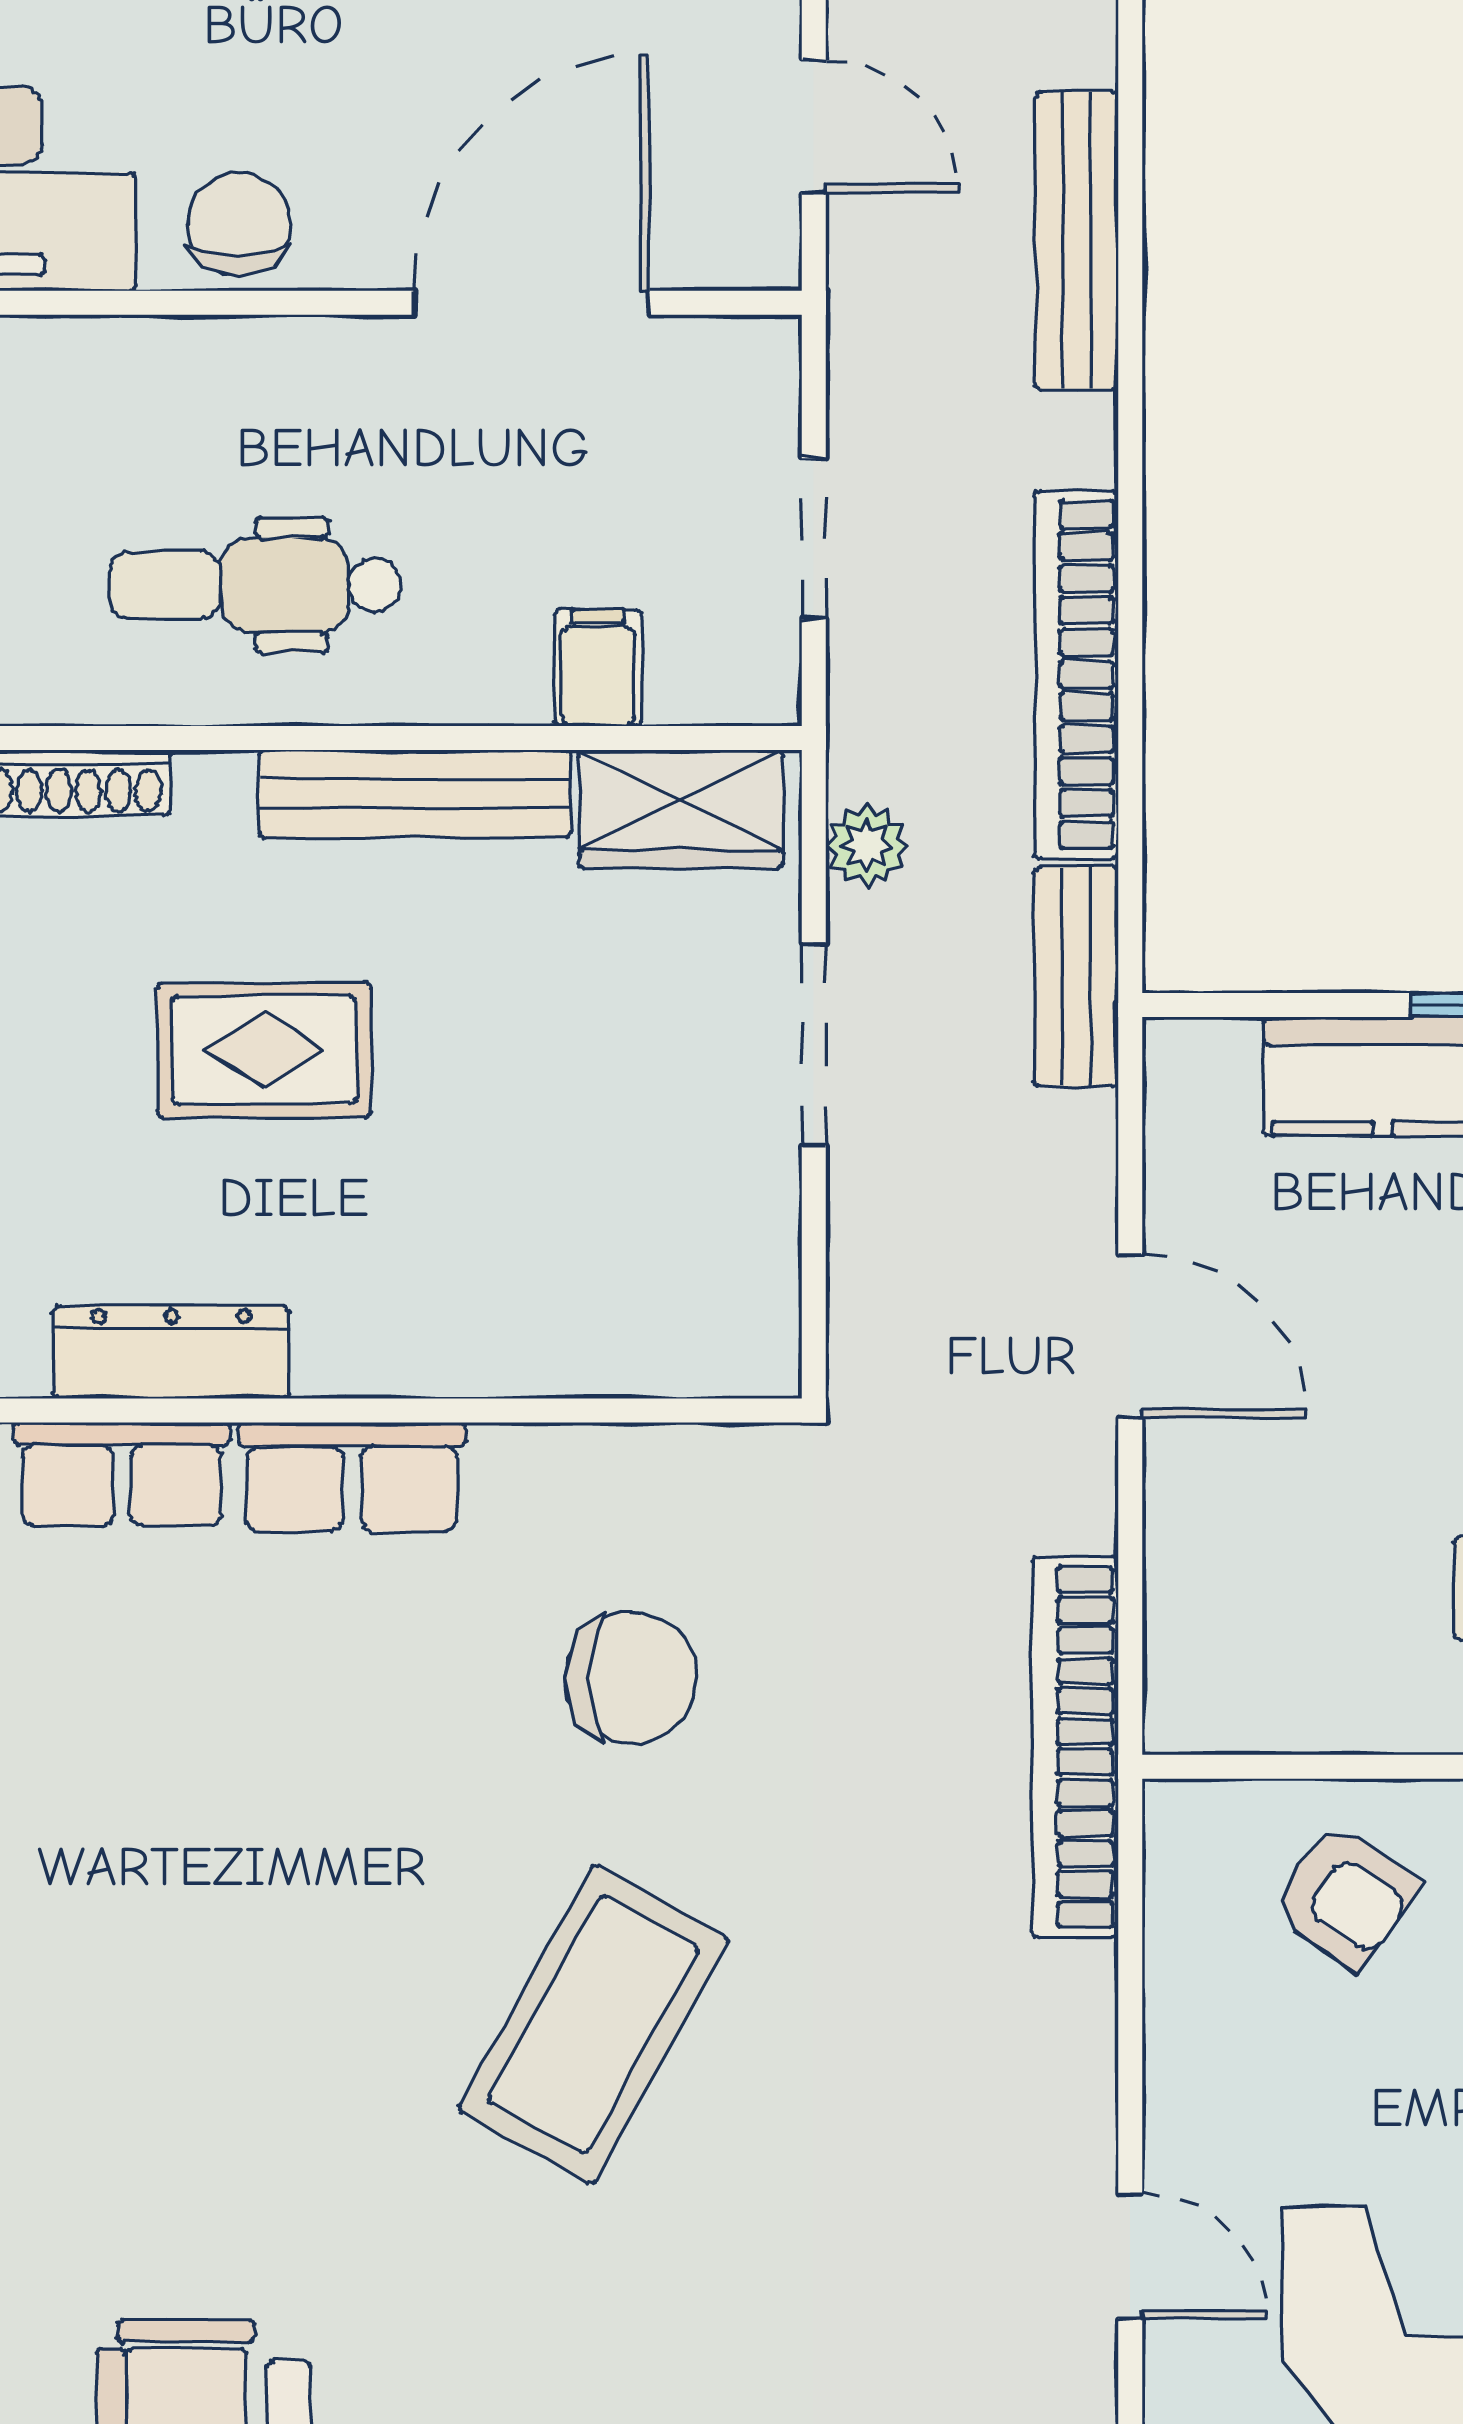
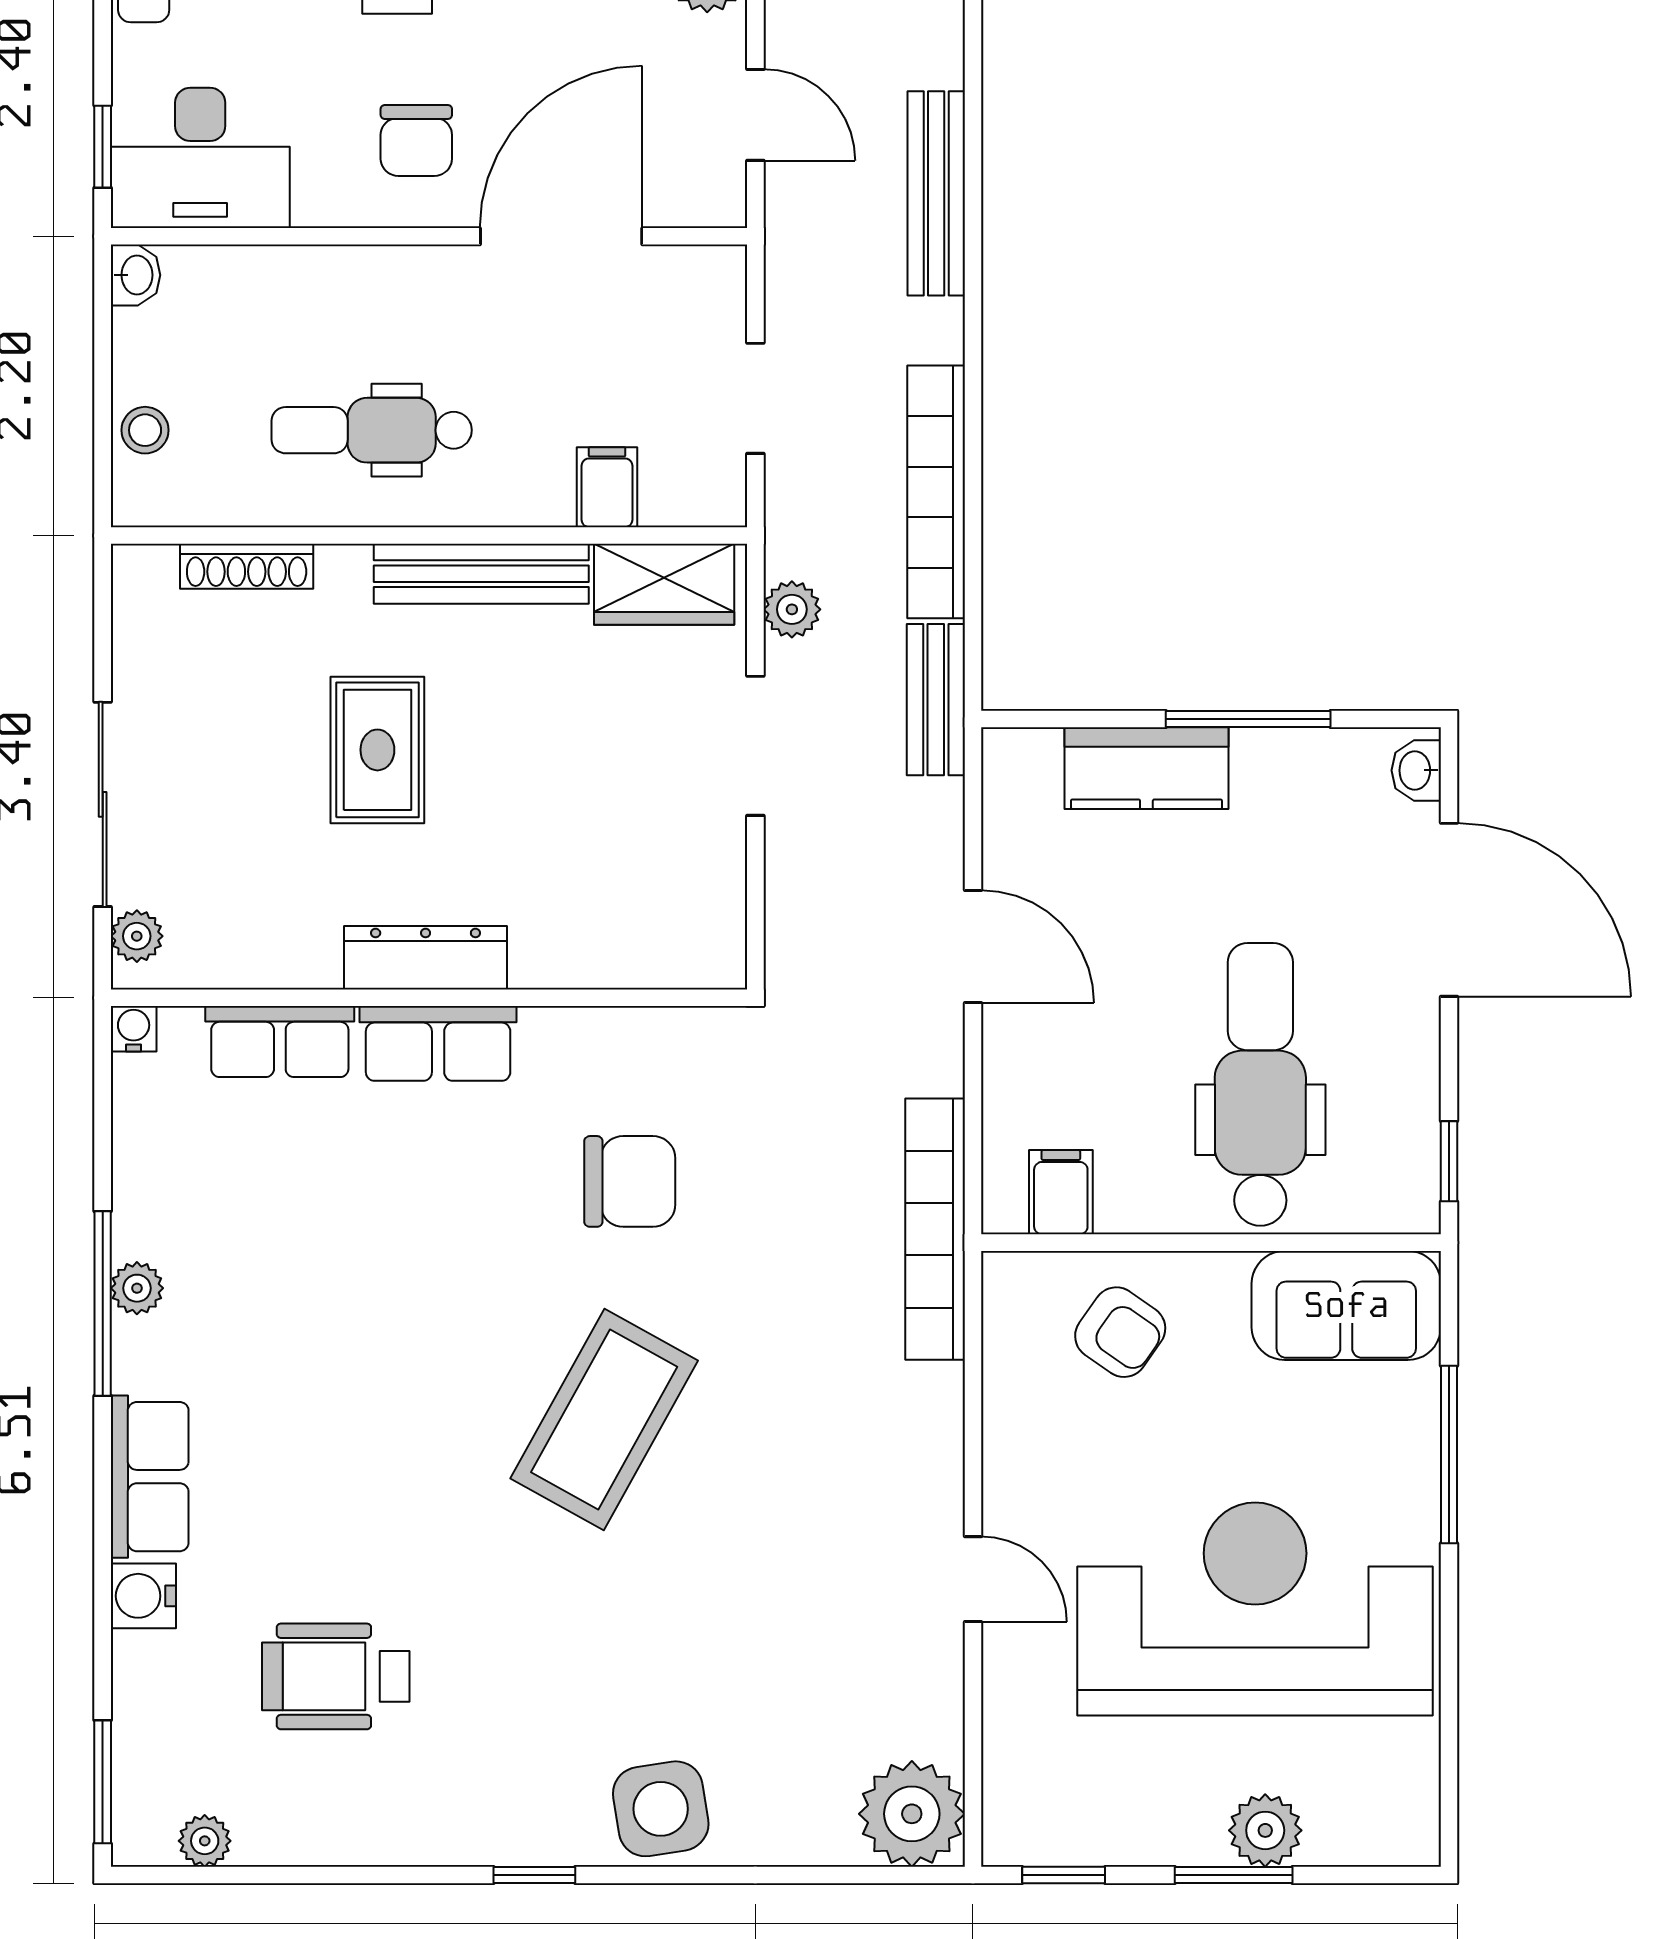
chair: (239, 224) -> (416, 140), moved, turned 180
rug: (264, 1050) -> (377, 750), turned 90
dresser: (172, 1352) -> (426, 958), moved
filing cabinet: (1258, 1693) -> (1061, 1192), added

